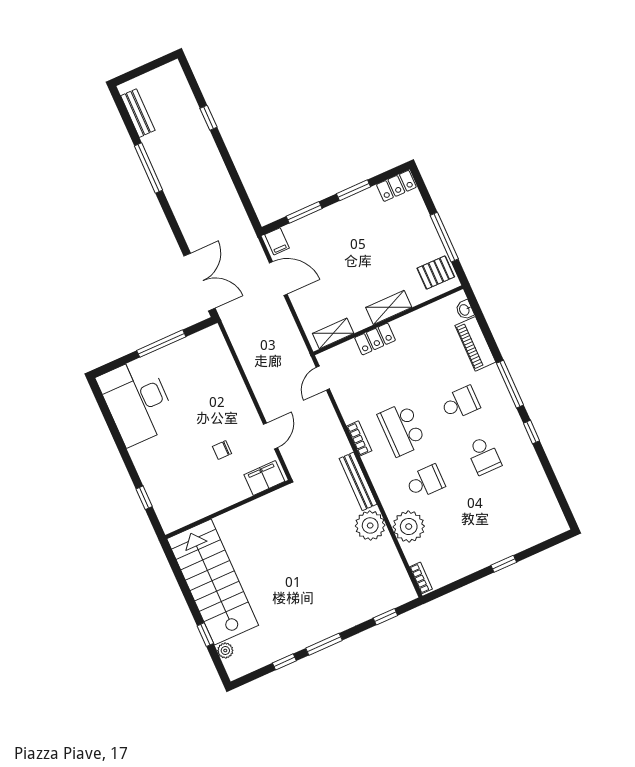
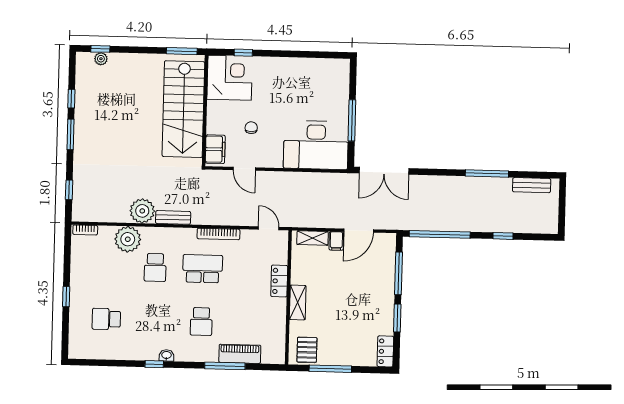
window: (240, 188) -> (440, 234), added
window: (304, 212) -> (399, 273), width x1.44
filing cabinet: (277, 241) -> (336, 241), moved, turned -90
washbasin: (465, 310) -> (166, 355), moved
shelving: (333, 333) -> (312, 238), moved, turned 90
window: (510, 384) -> (225, 366), moved
desk: (137, 401) -> (316, 145), moved, turned 180
bookcase: (359, 438) -> (218, 234), width x1.56
school desk: (484, 456) -> (106, 319), moved
bench: (358, 481) -> (173, 217), width x0.73
corner desk: (179, 500) -> (230, 78), added
window: (175, 566) -> (182, 51), added
stairs: (213, 582) -> (183, 109), moved, turned 90
window: (205, 635) -> (100, 49), moved

